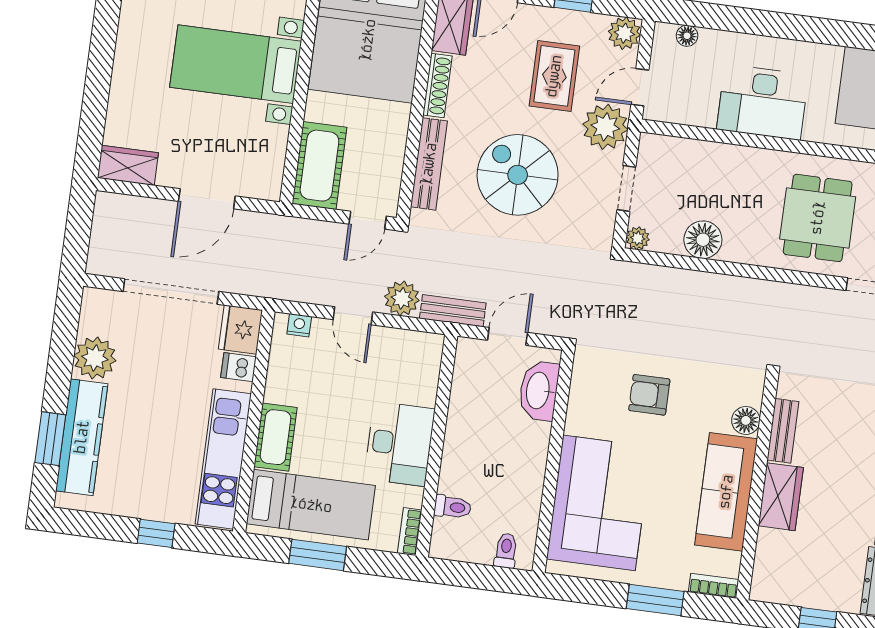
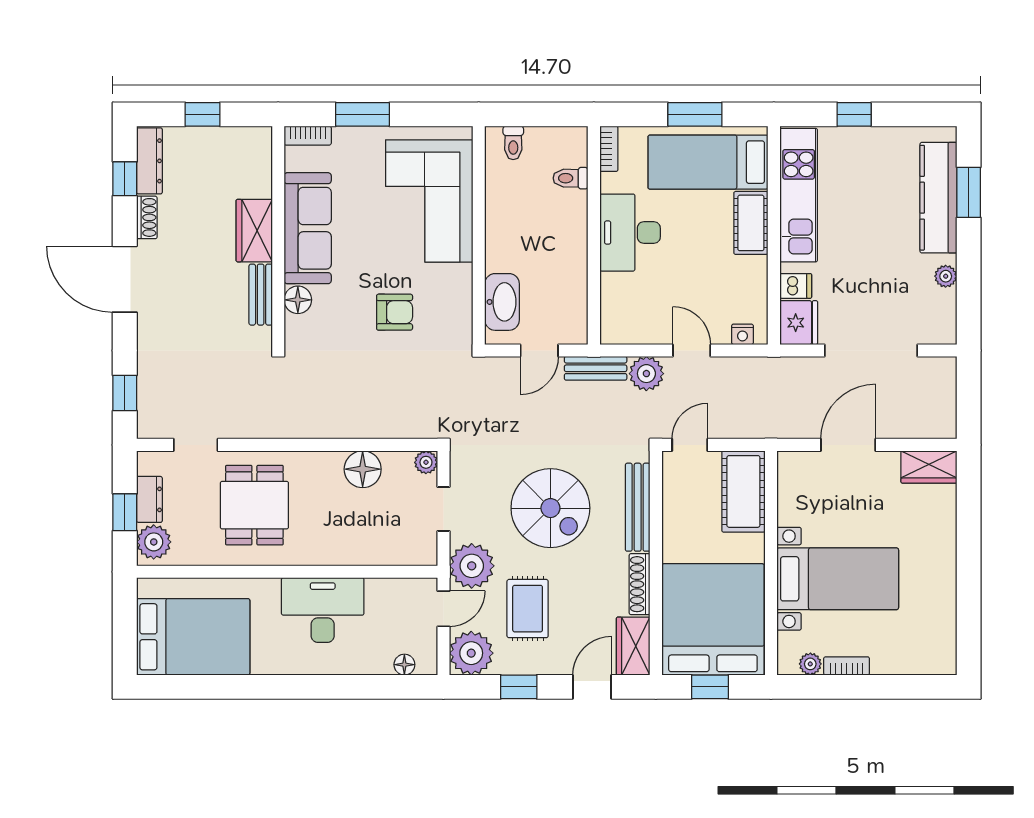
plant: (624, 33) -> (471, 653), width x1.36, depth x1.36
plant: (95, 358) -> (946, 276), width x0.53, depth x0.53

